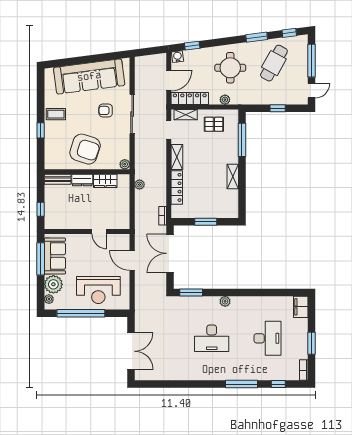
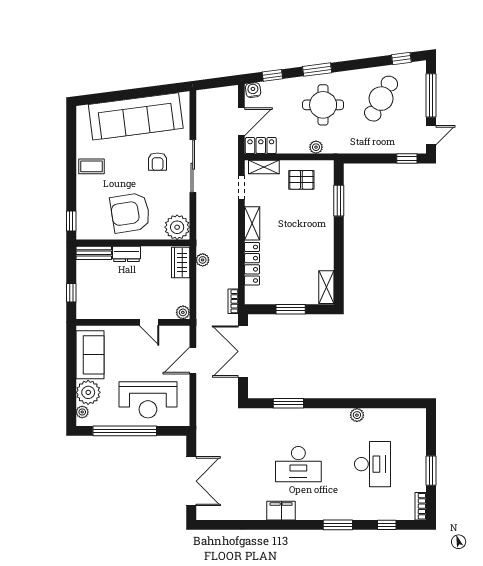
window: (257, 37) -> (317, 70), moved
locker: (190, 98) -> (261, 146), width x0.66
window: (278, 108) -> (407, 159), moved
armchair: (106, 110) -> (158, 162), turned -90
window: (41, 130) -> (71, 221), moved
window: (242, 140) -> (339, 201), width x0.69
armchair: (85, 149) -> (130, 213), turned 153
plant: (125, 164) -> (177, 227), width x1.88, depth x1.88
shelving: (233, 176) -> (326, 287), moved
wardrobe: (105, 181) -> (181, 263), moved, turned 90
plant: (125, 224) -> (183, 312), added
window: (41, 259) -> (71, 359), removed
door: (132, 260) -> (193, 361), hinge flipped
window: (191, 293) -> (288, 403), moved
plant: (225, 301) -> (357, 415), moved
filing cabinet: (301, 307) -> (281, 511), moved, turned 90
window: (241, 384) -> (338, 525), width x0.69

